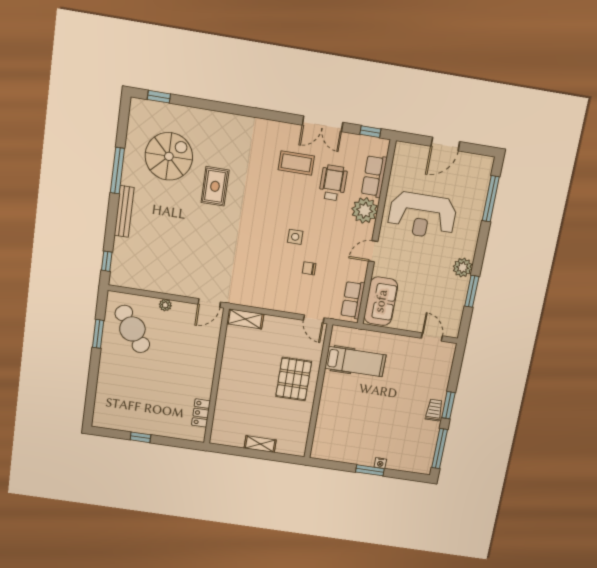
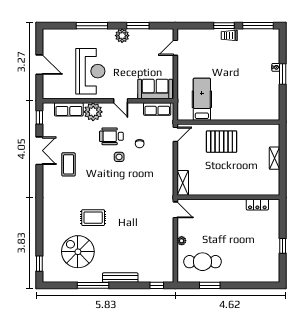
wheelchair: (333, 183) -> (111, 136), moved
window: (491, 199) -> (92, 26), moved
cafe table: (132, 329) -> (203, 262), turned 35

